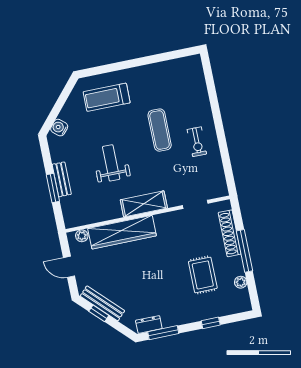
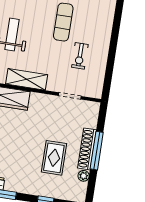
exercise bike: (197, 142) -> (80, 56), moved
shoe rack: (230, 233) -> (87, 149), moved

